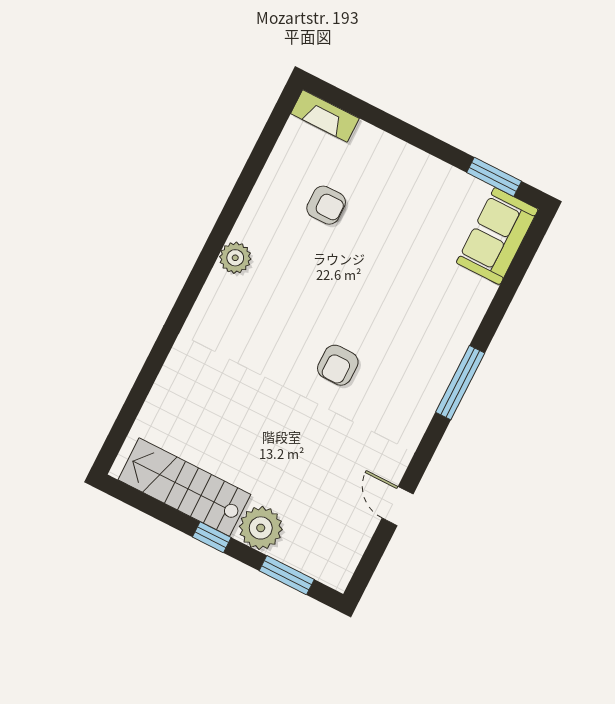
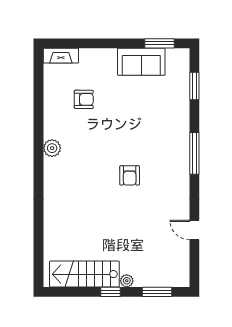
sofa: (497, 236) -> (141, 62), moved, turned -90
window: (515, 274) -> (194, 86), added
plant: (261, 528) -> (127, 281), width x0.53, depth x0.53

